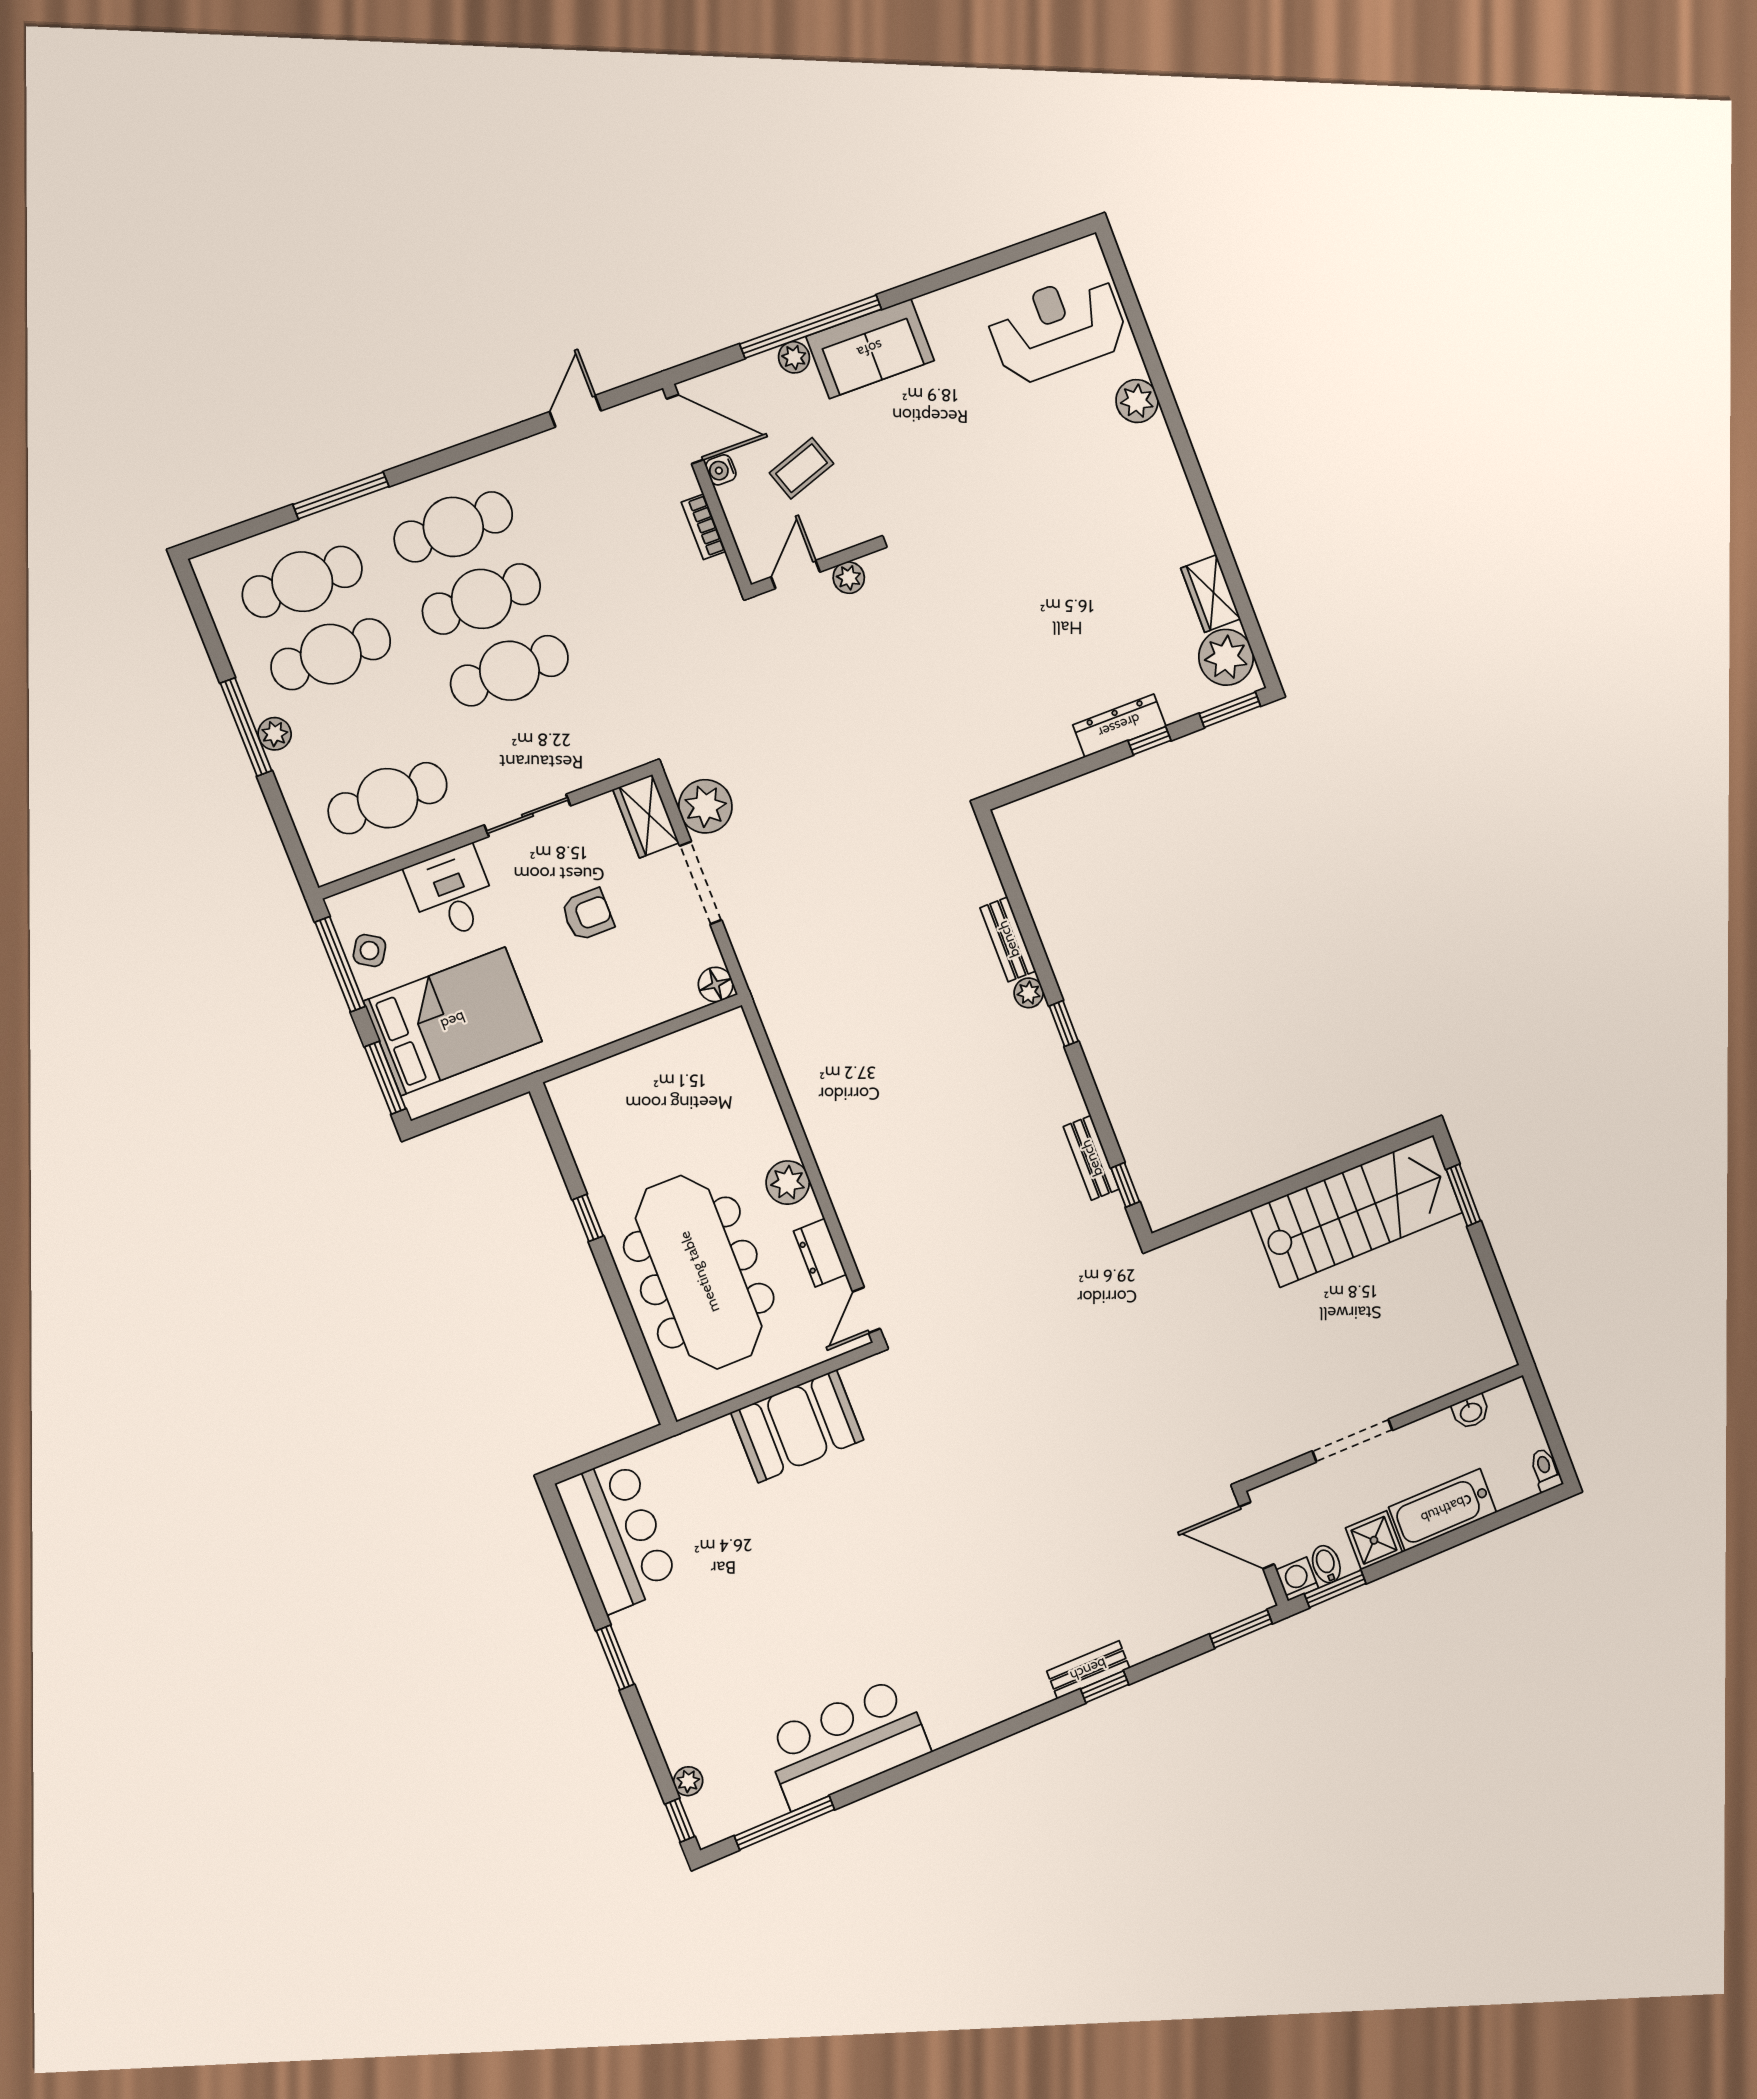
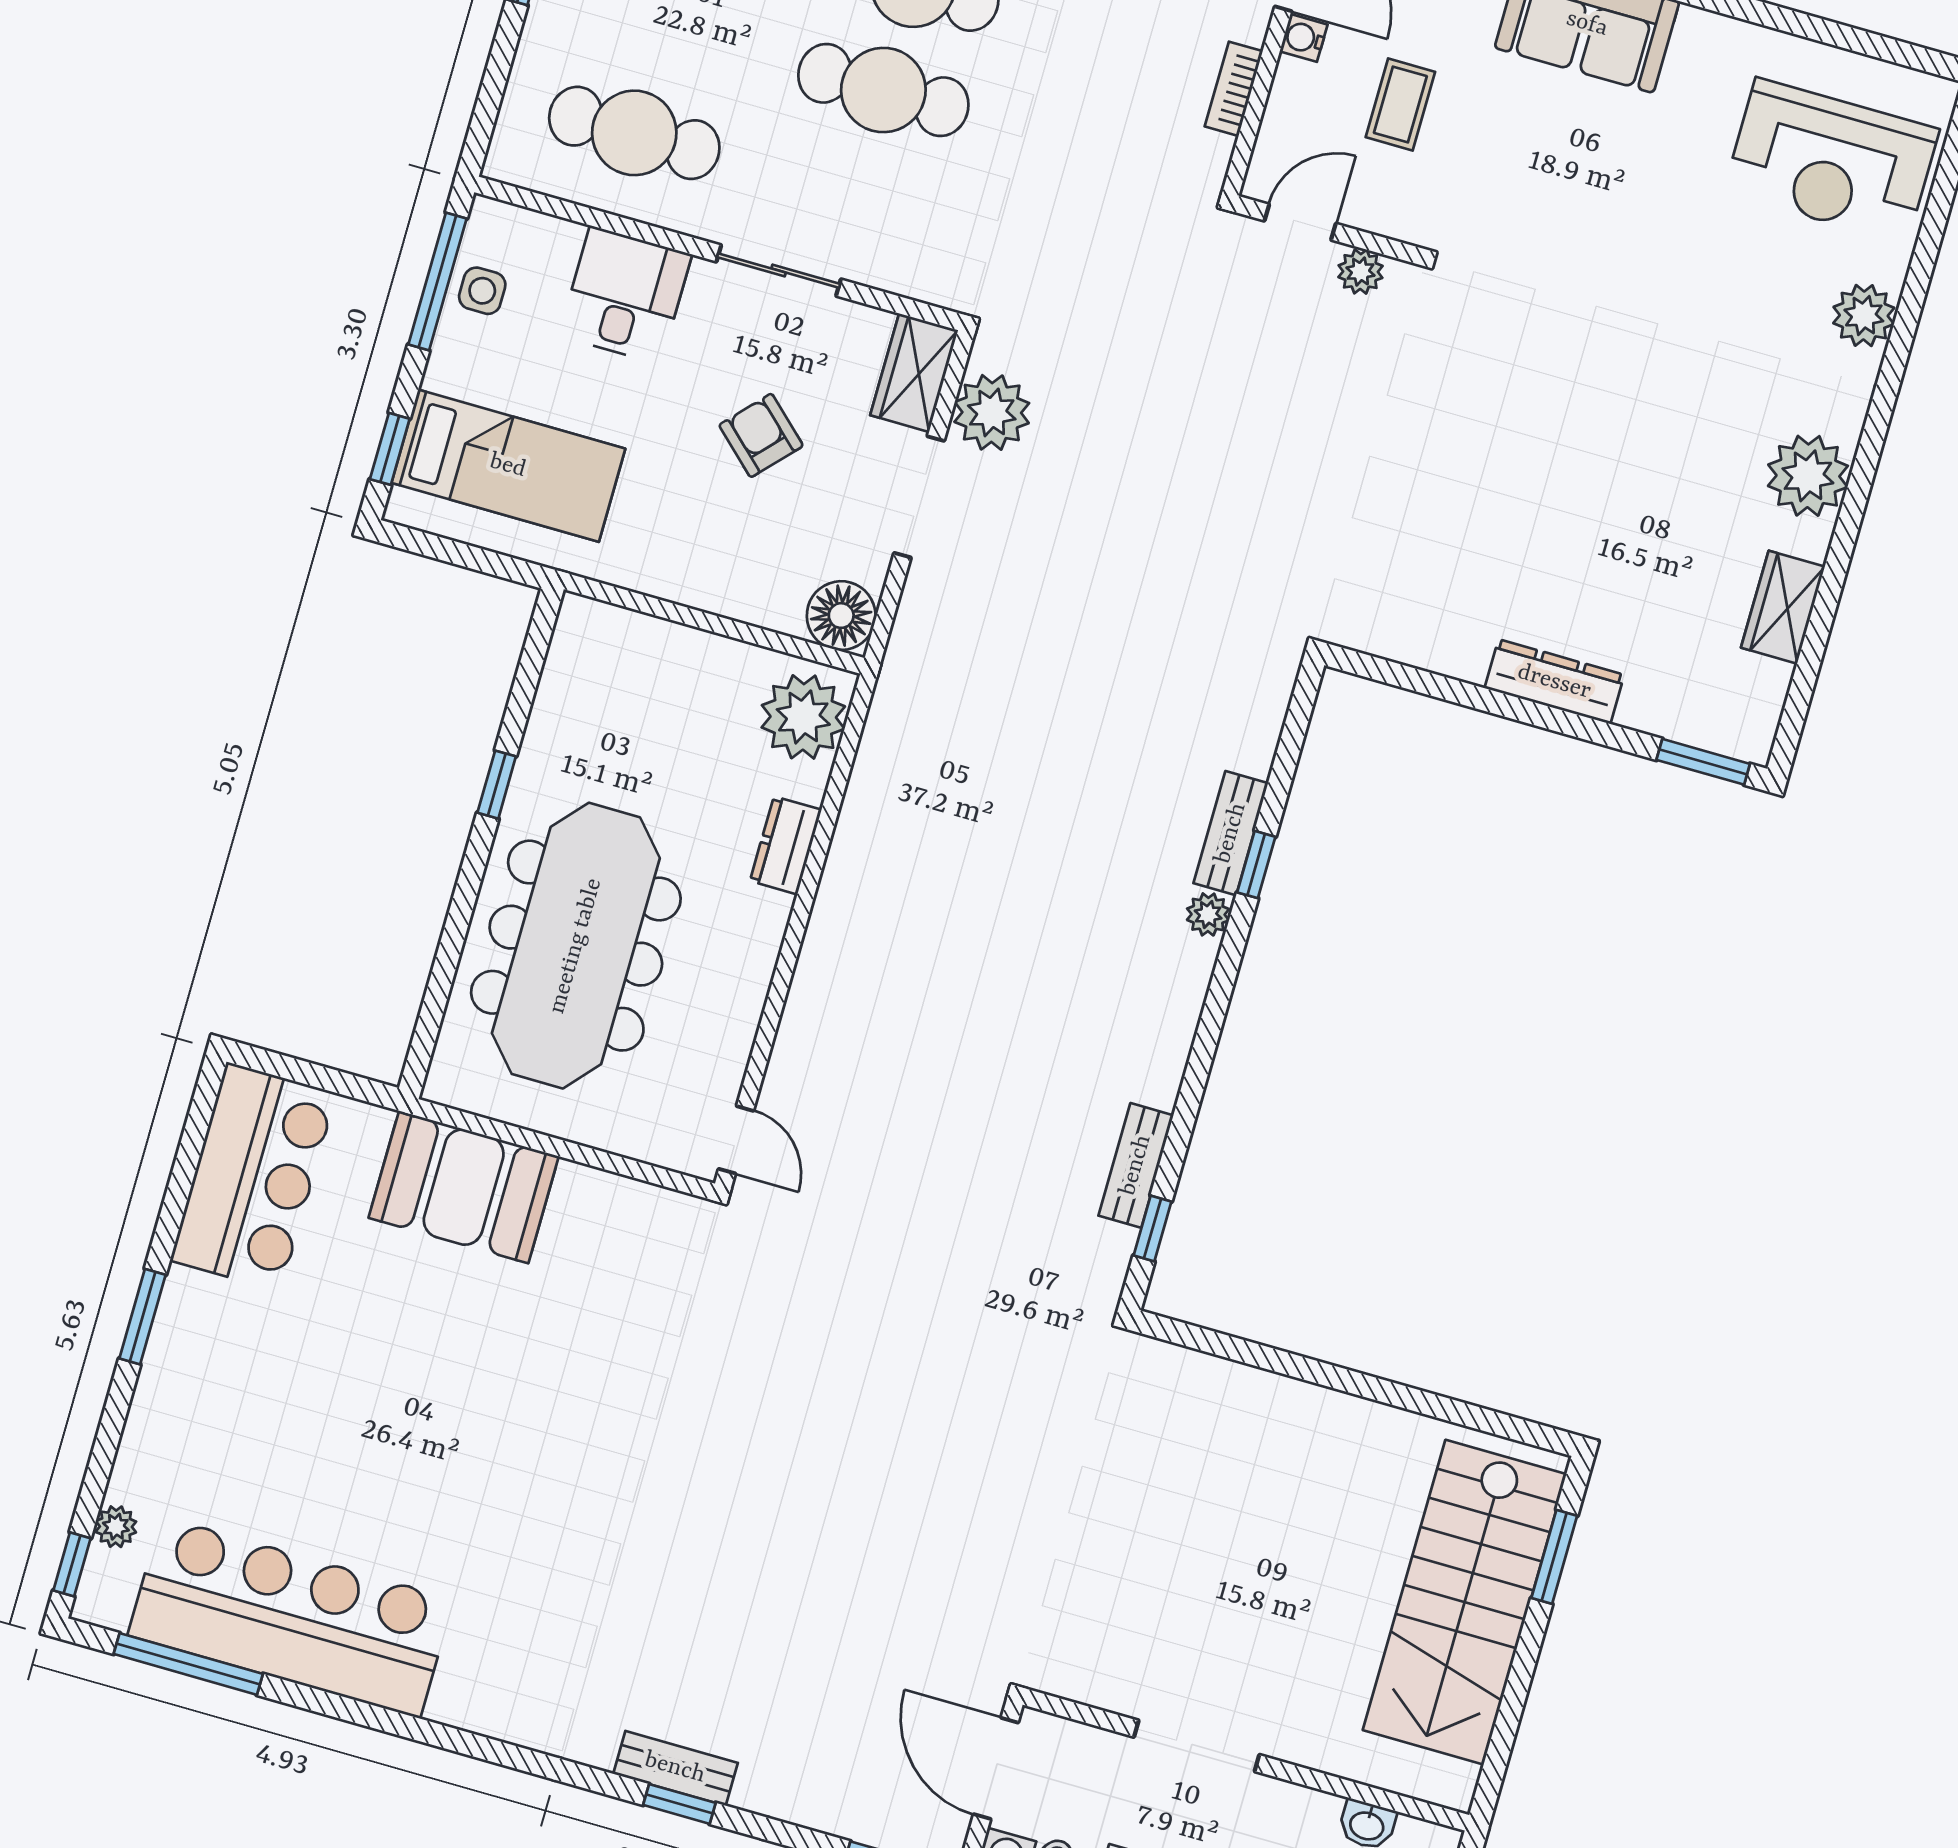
reception desk: (1057, 328) -> (1831, 161), turned 180
coffee table: (802, 468) -> (1400, 104), turned -71
plant: (1226, 657) -> (1808, 476), moved
window: (1150, 741) -> (1578, 726), removed
armchair: (587, 915) -> (761, 435), turned -137
side table: (369, 951) -> (482, 291), turned -32
floor lamp: (716, 985) -> (841, 616), width x1.38, depth x1.38
bed: (453, 1021) -> (508, 466), width x0.67
window: (1064, 1024) -> (1256, 865), moved
window: (385, 1078) -> (390, 449), width x0.67
plant: (788, 1183) -> (803, 717), moved, width x1.36, depth x1.36
stairs: (1357, 1211) -> (1465, 1602), moved, turned 90
dresser: (820, 1253) -> (786, 845), moved
door: (866, 1310) -> (736, 1140), swing flipped
booth: (797, 1426) -> (464, 1187), moved
bar counter: (847, 1743) -> (291, 1617), width x1.36

